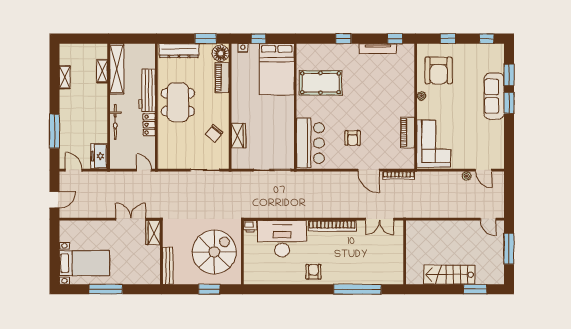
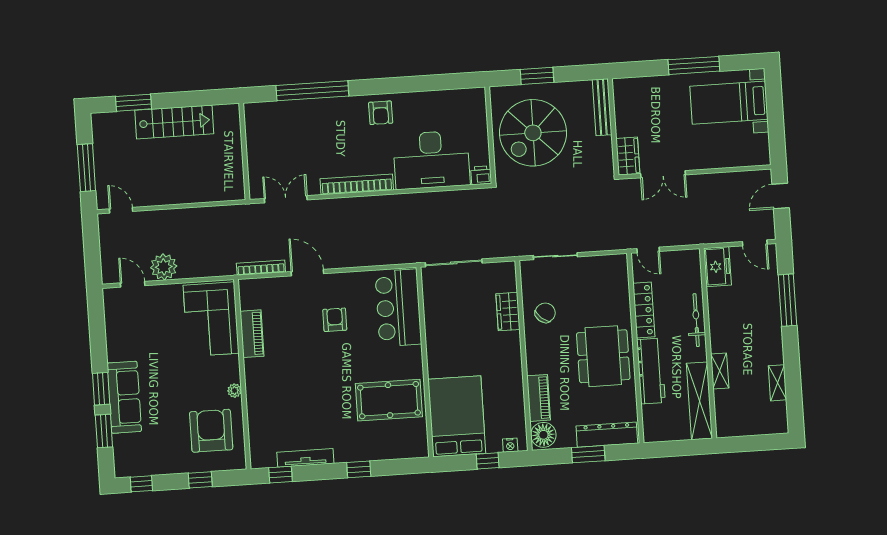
window: (206, 39) -> (588, 454), moved
shelving: (102, 71) -> (720, 371), moved
locker: (149, 125) -> (644, 310), width x1.53
plant: (467, 176) -> (164, 267), width x1.88, depth x1.88

